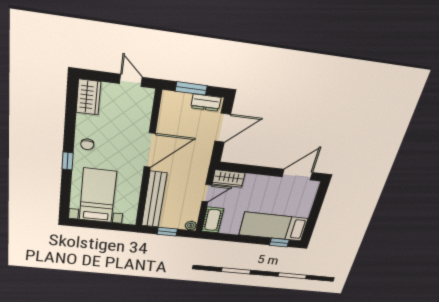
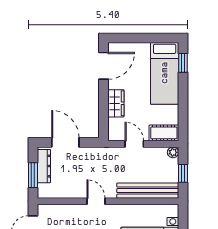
dresser: (206, 103) -> (44, 166), width x1.44
door: (150, 150) -> (96, 201), width x0.53
door: (297, 175) -> (104, 66), swing flipped
wardrobe: (229, 179) -> (116, 103), moved

